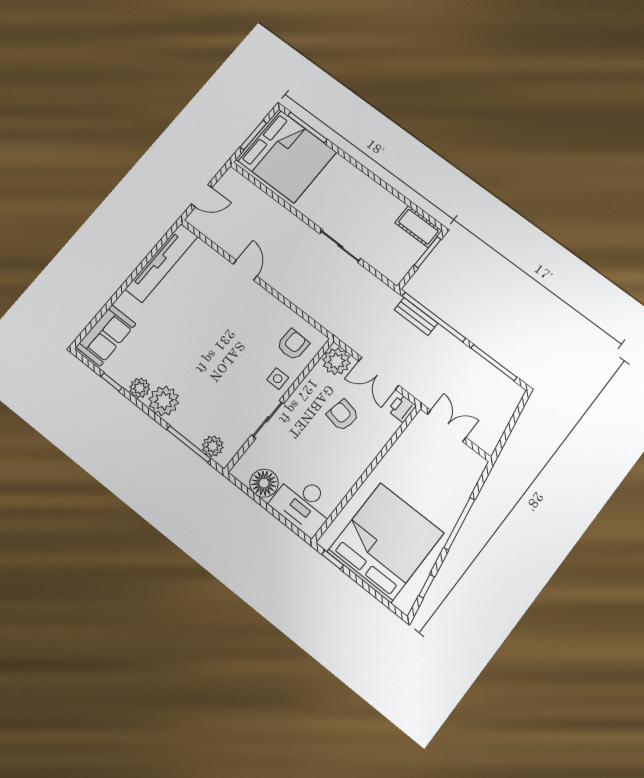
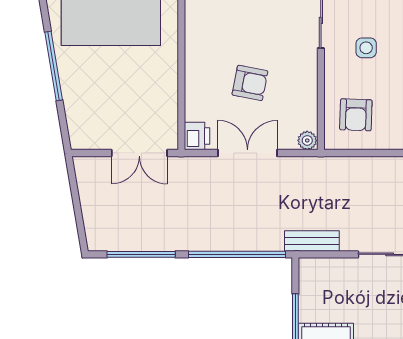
bench: (416, 316) -> (312, 241), moved
plant: (336, 361) -> (307, 140), width x0.53, depth x0.53
side table: (278, 379) -> (366, 48), moved

